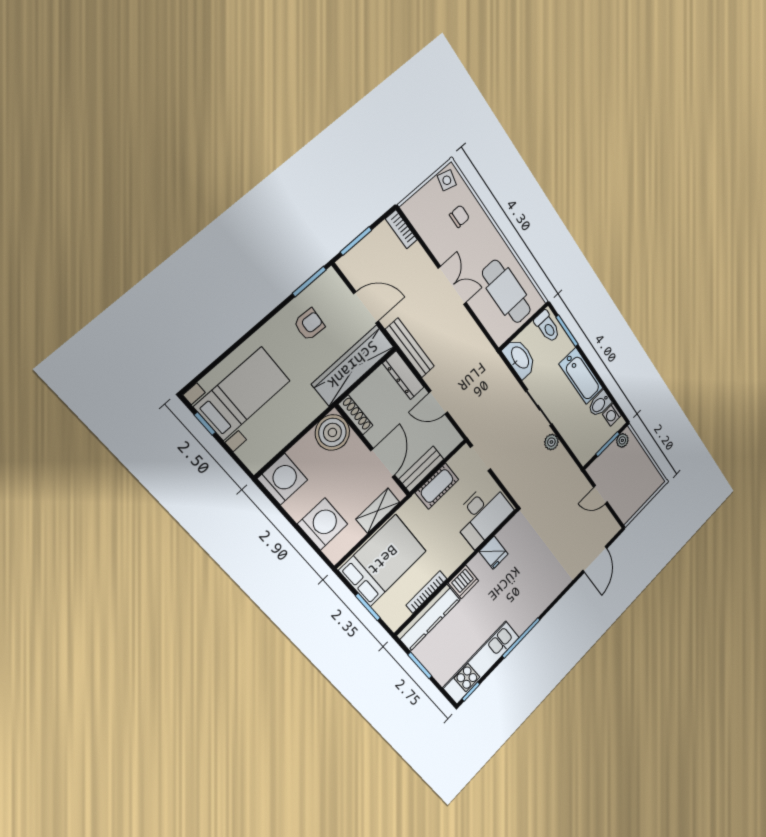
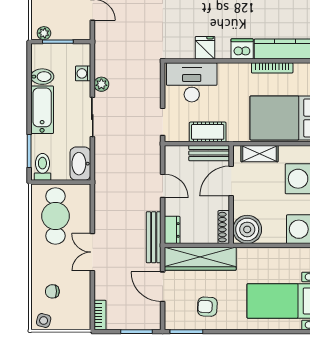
dresser: (403, 375) -> (172, 230), width x0.70
washing machine: (612, 415) -> (83, 73), moved, turned 180

